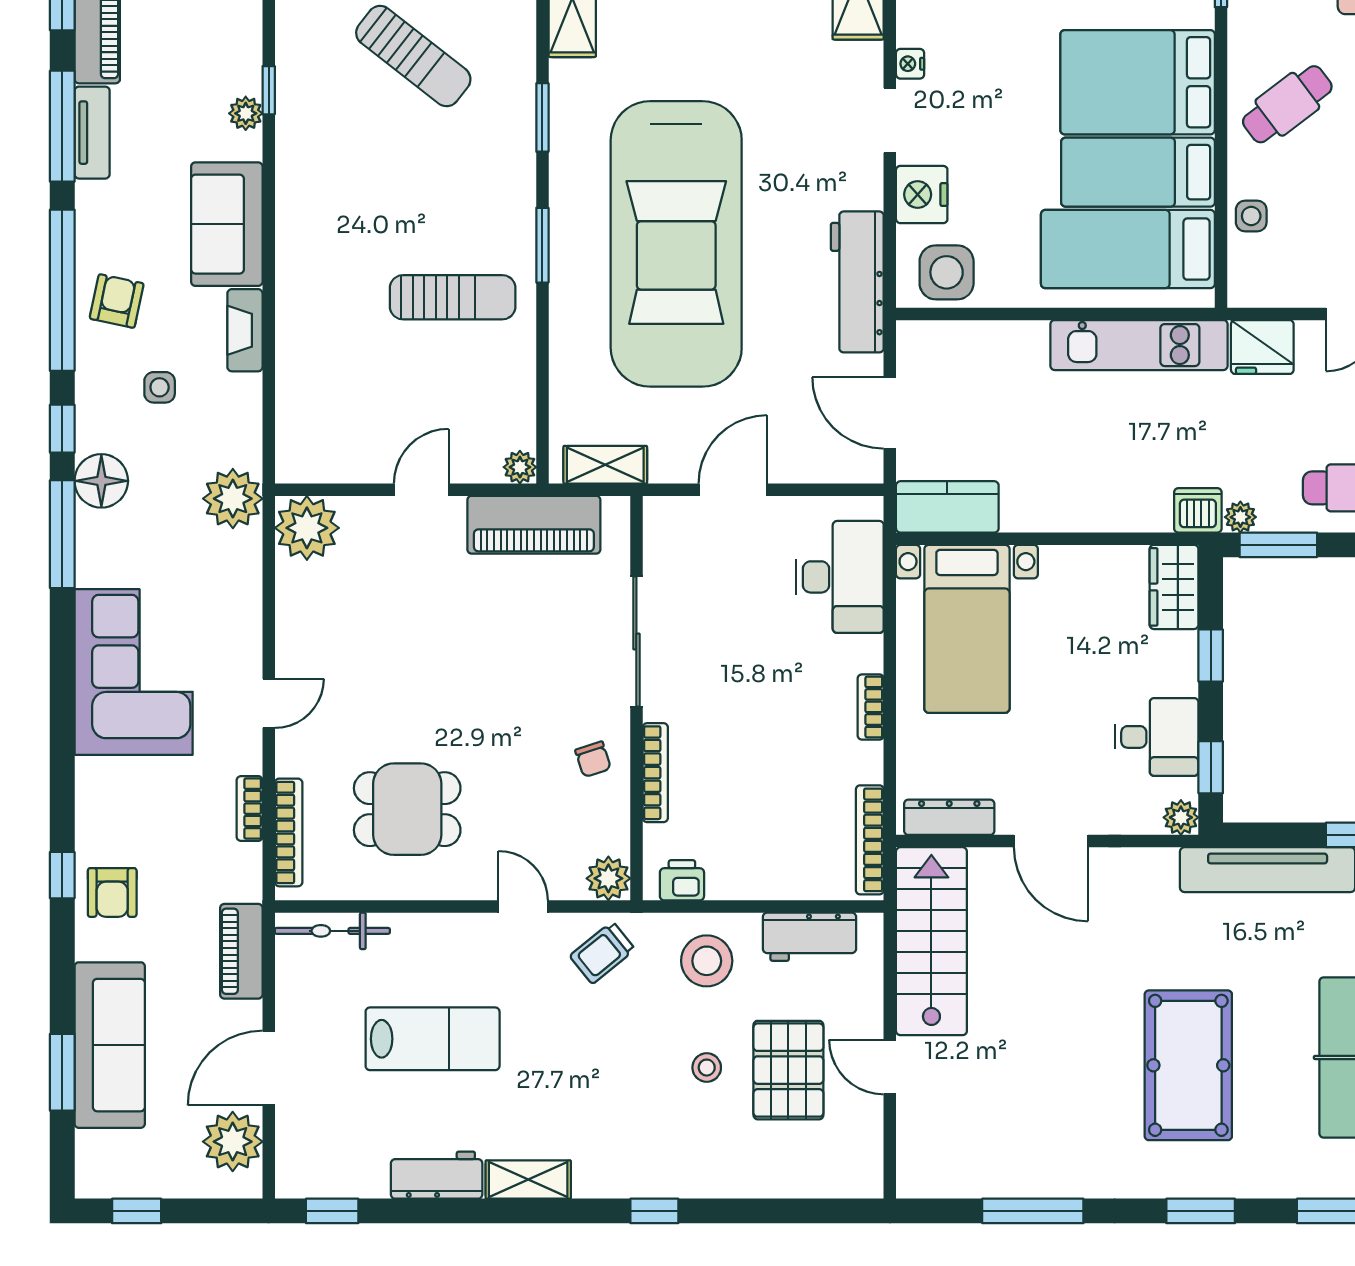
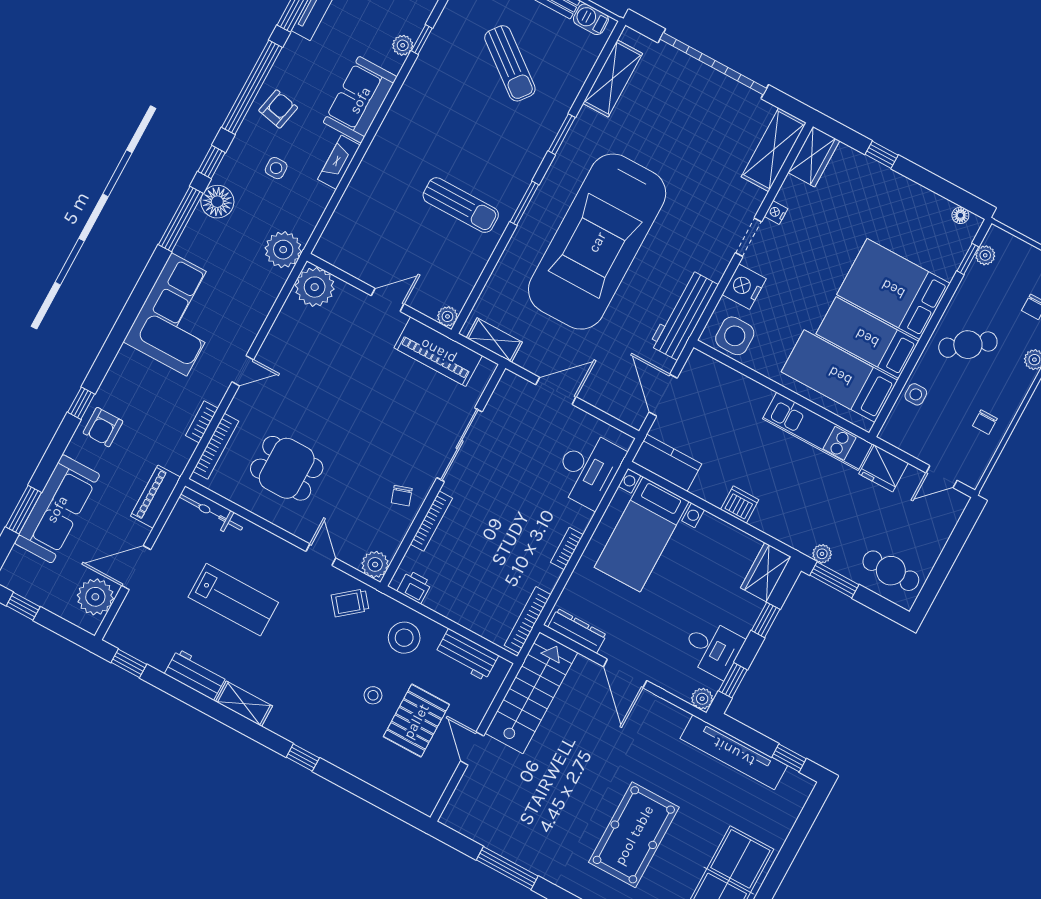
dishwasher: (1198, 510) -> (740, 505), moved

